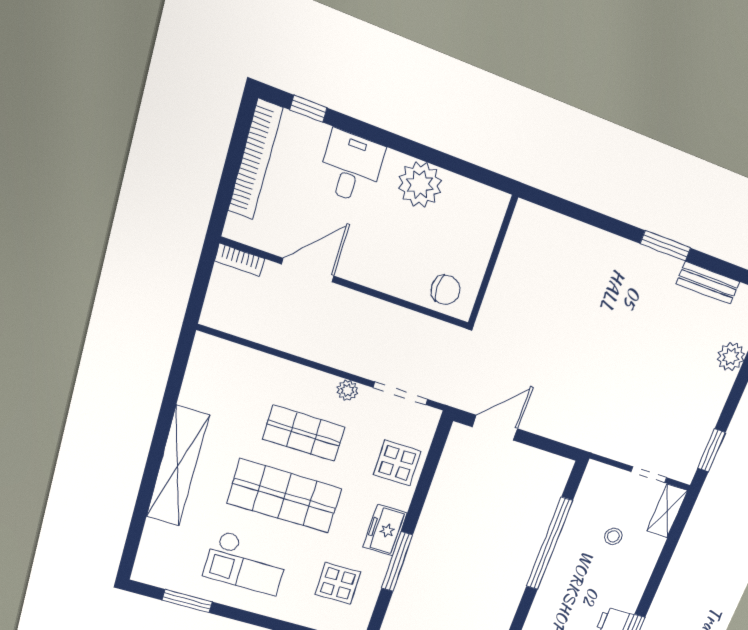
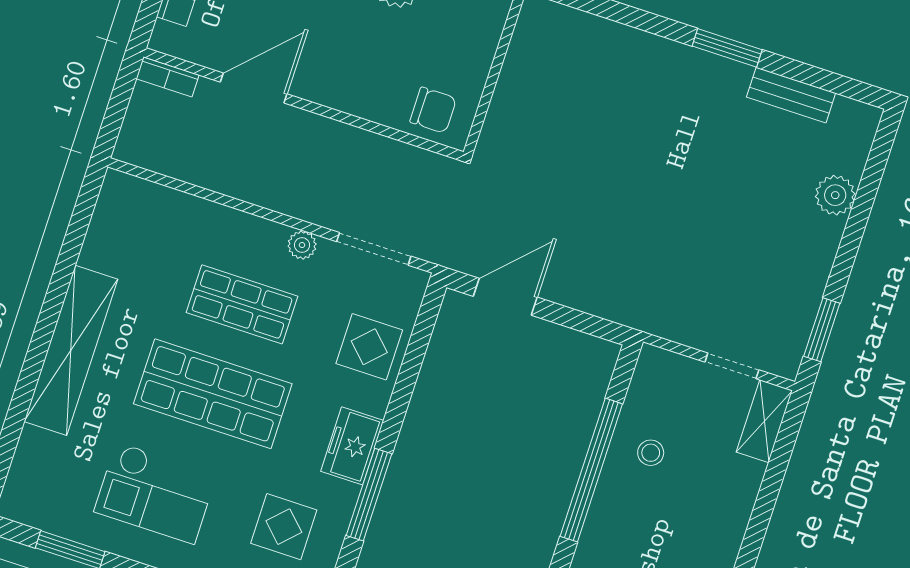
stool: (613, 536) -> (651, 453), moved

